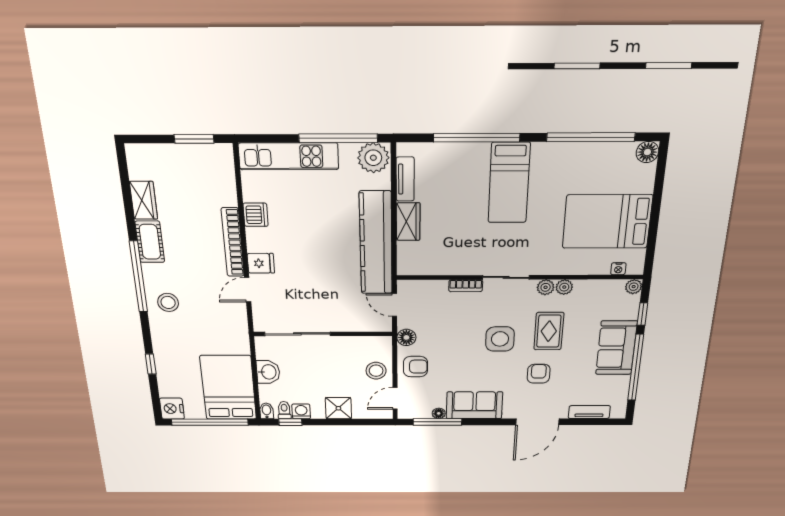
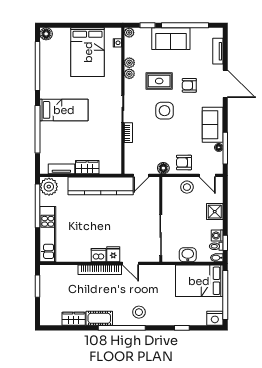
dishwasher: (256, 215) -> (99, 255), moved
plant: (546, 287) -> (129, 63), moved
armchair: (415, 367) -> (184, 162), turned -90

